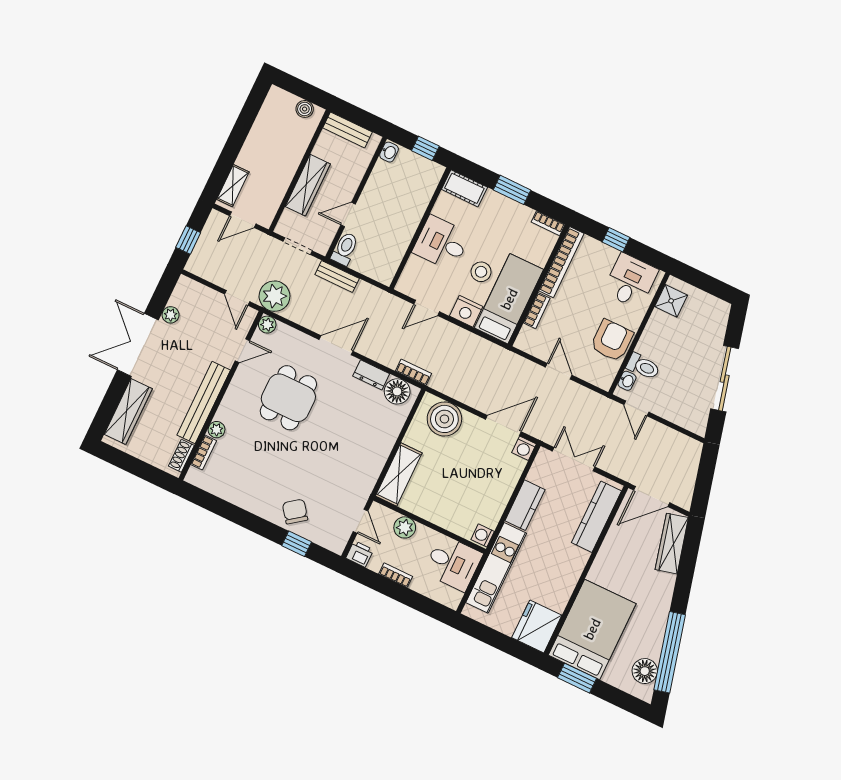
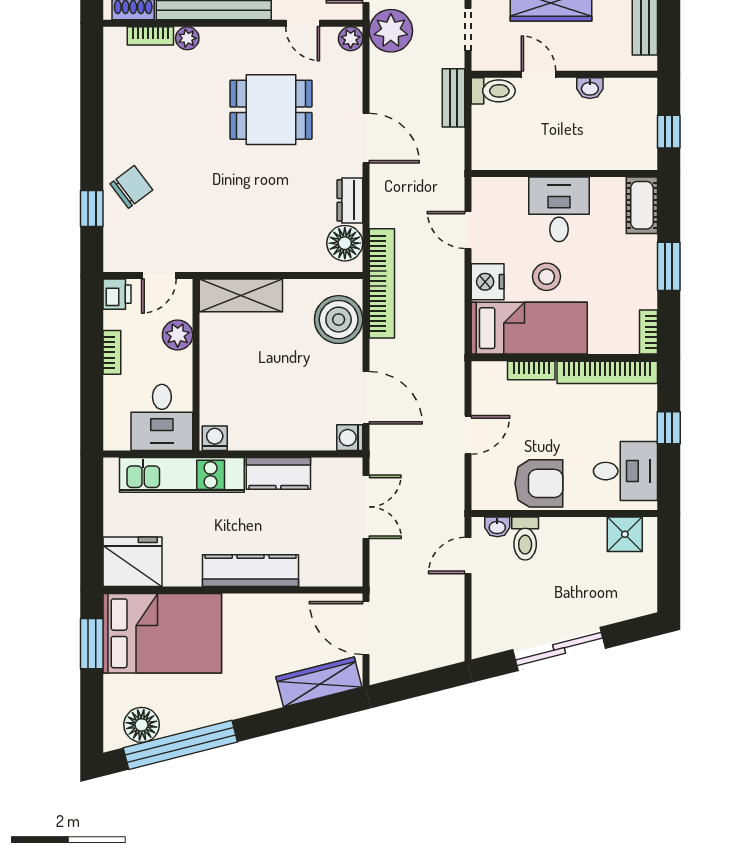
washbasin: (389, 152) -> (590, 88), moved
bookcase: (414, 372) -> (382, 283), width x2.31, depth x1.31
kitchen counter: (596, 517) -> (251, 571), moved

